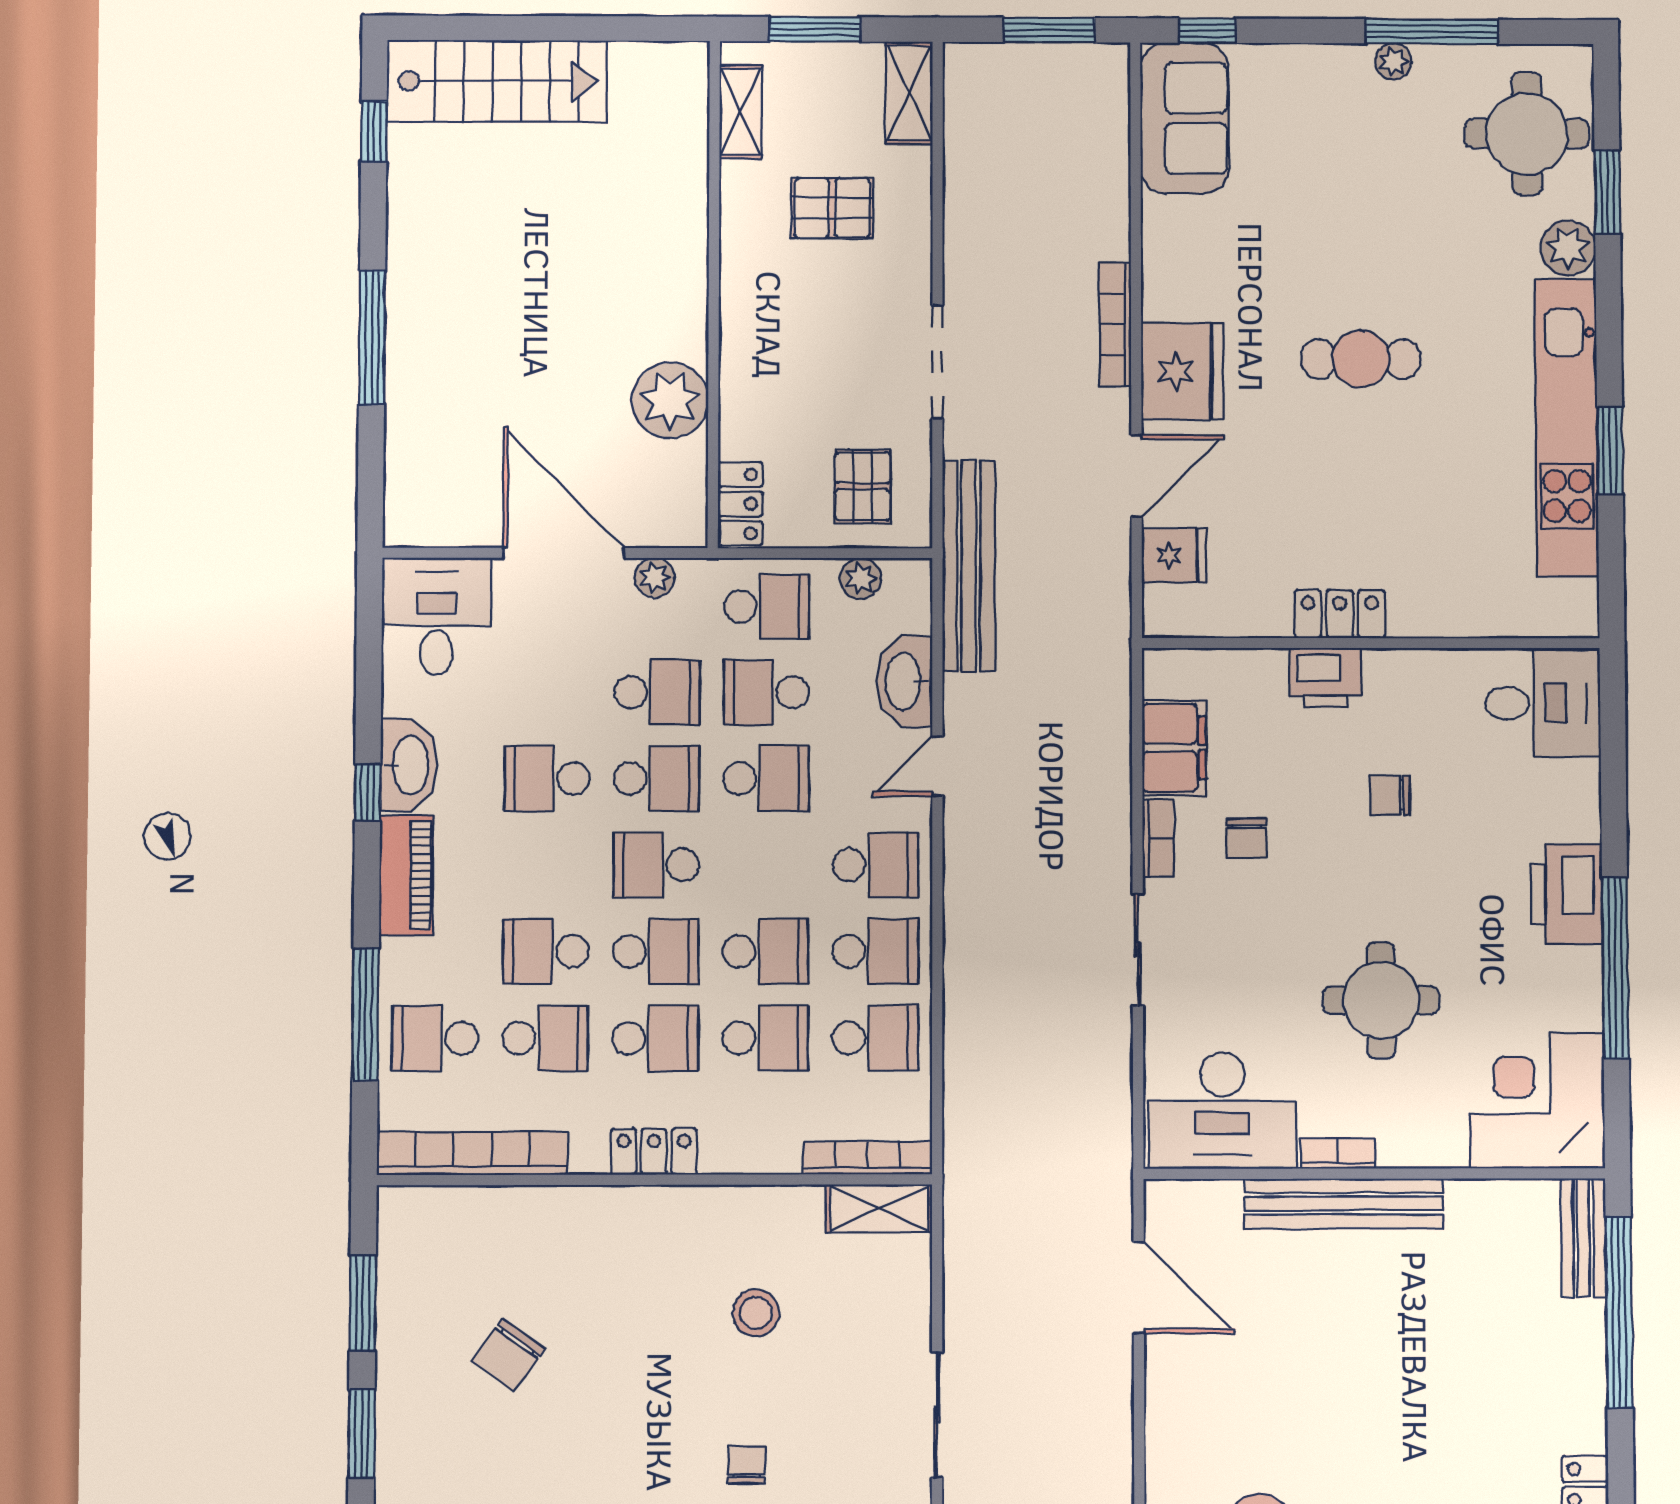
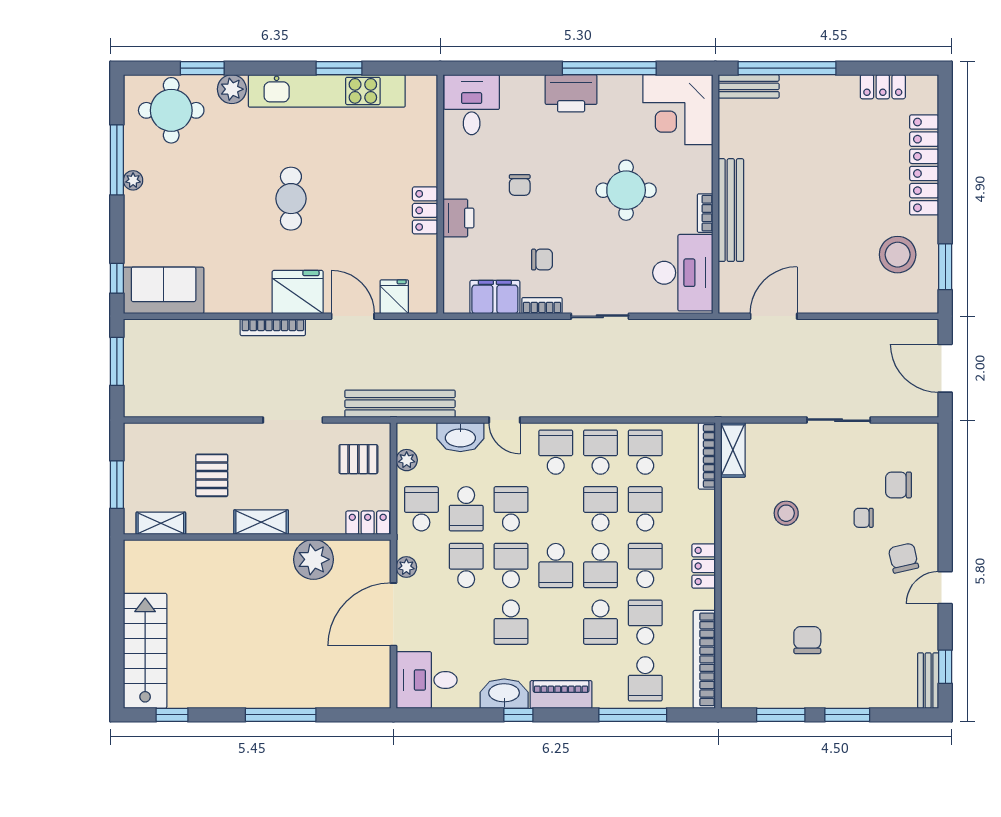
shelving: (909, 93) -> (261, 522), moved
school desk: (656, 951) -> (600, 565), turned 180
chair: (508, 1355) -> (807, 640), turned -126

